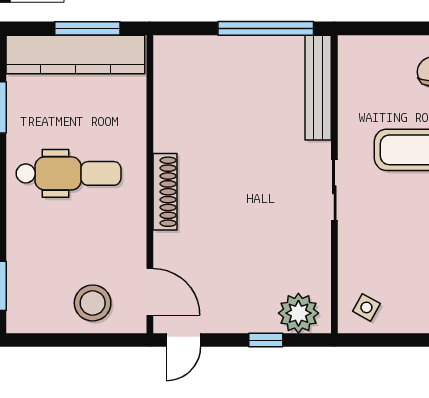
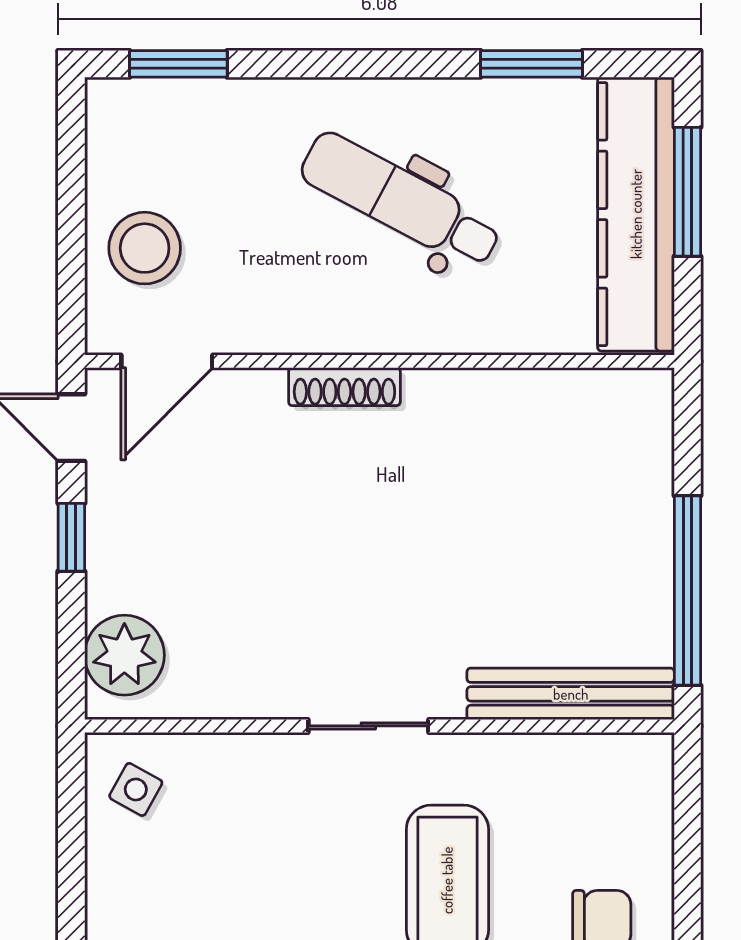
window: (87, 28) -> (687, 192), moved
dental chair: (69, 173) -> (401, 200), turned 118
shoe rack: (165, 192) -> (344, 387), width x0.74, depth x0.81
window: (266, 340) -> (71, 537), moved

